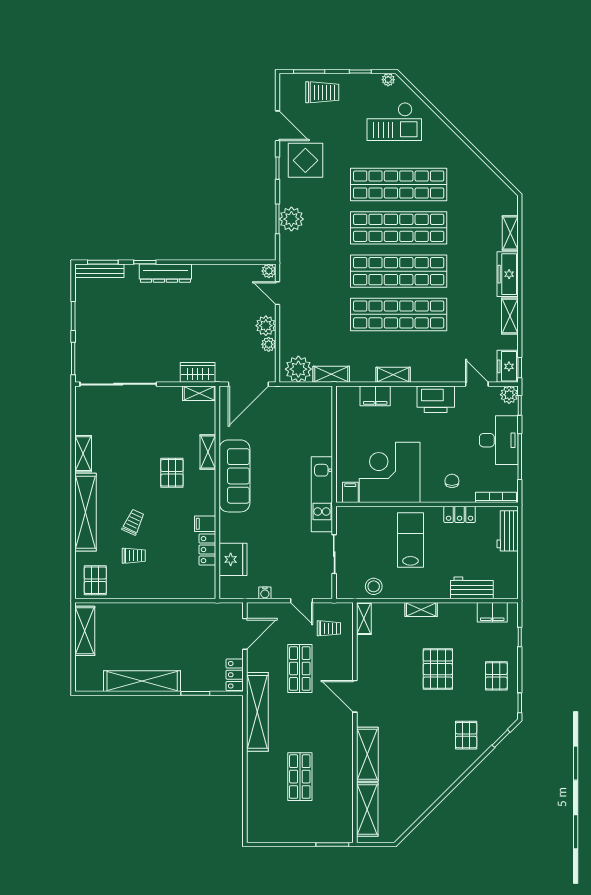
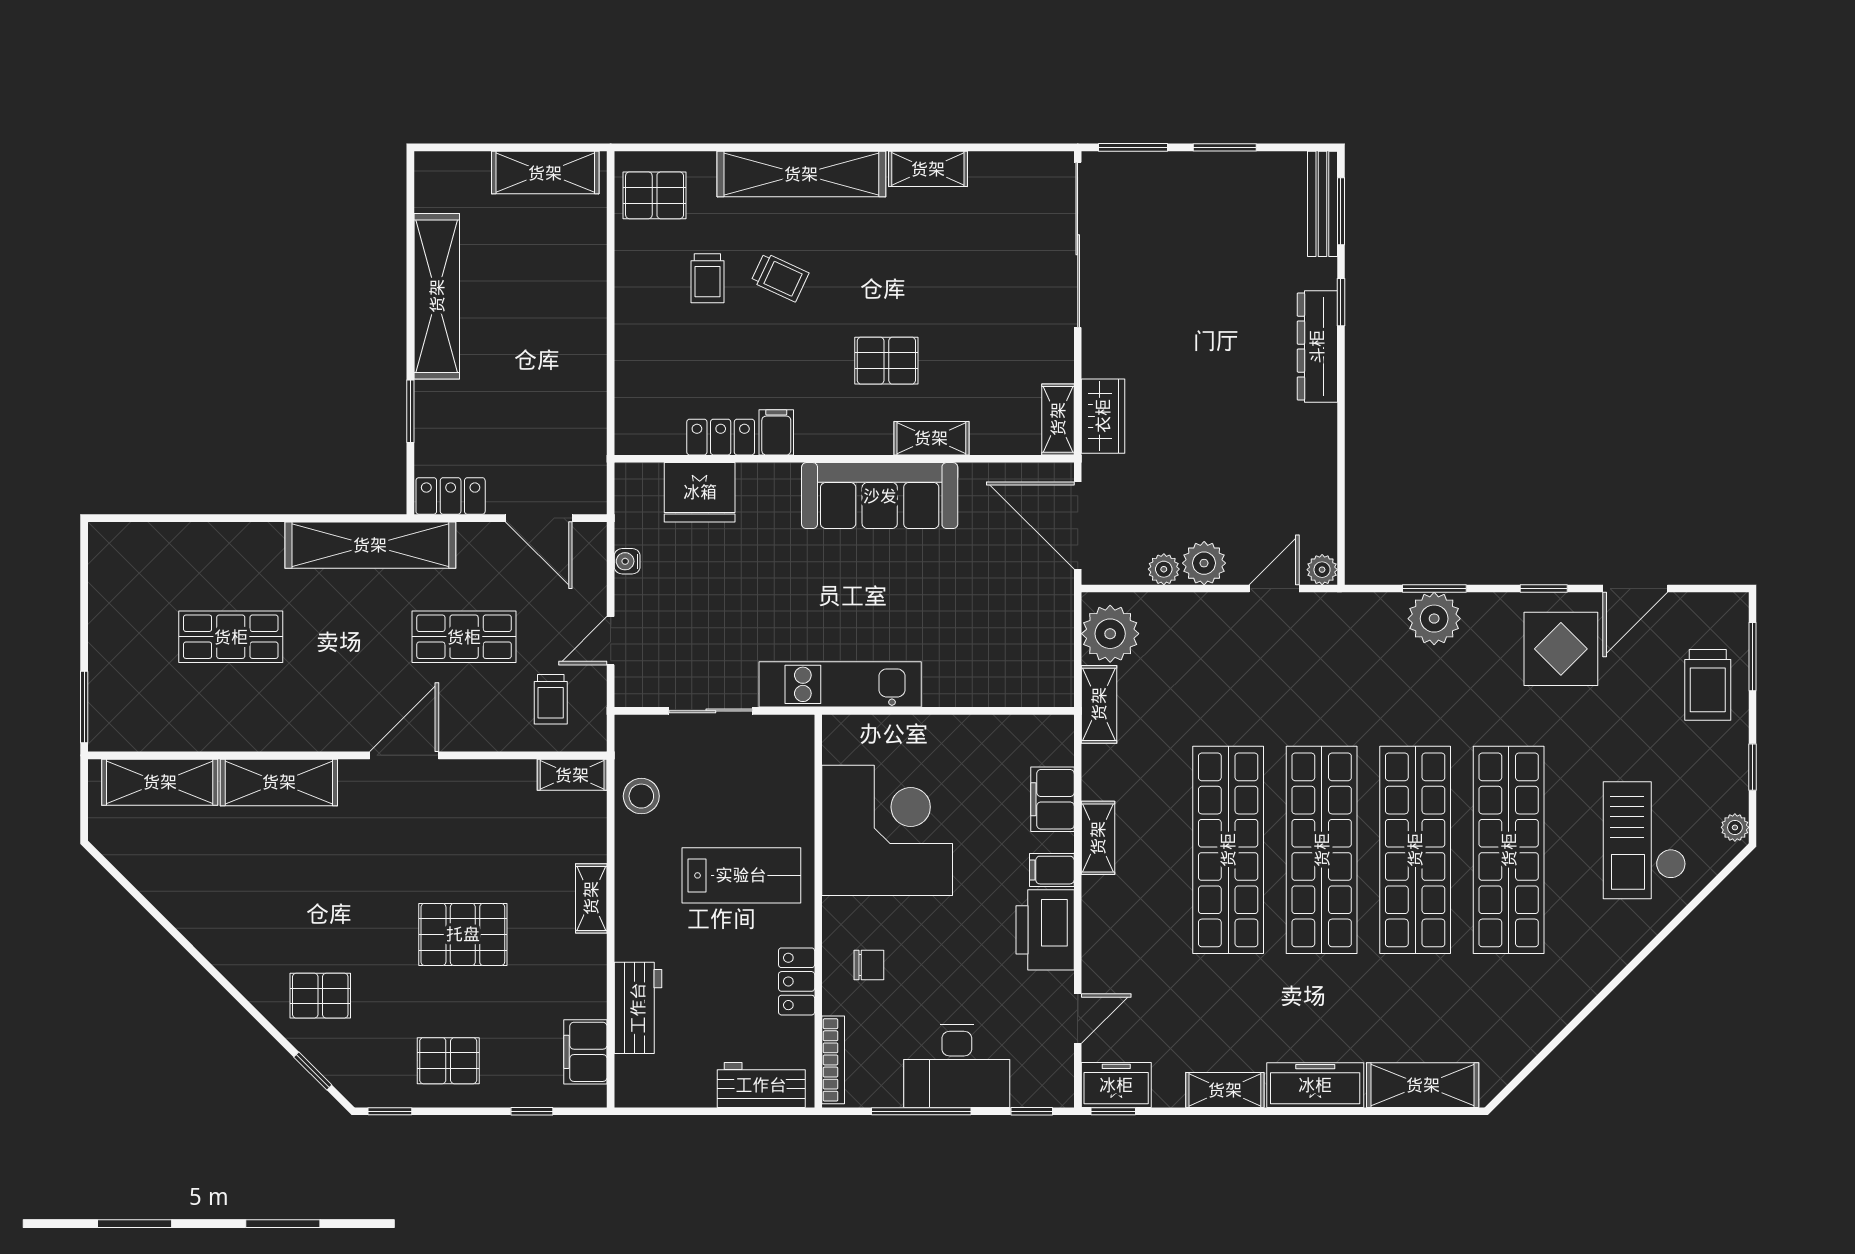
shelving: (510, 233) -> (1423, 1085), width x1.50, depth x1.33
plant: (509, 395) -> (1055, 1088), removed
filing cabinet: (350, 492) -> (1052, 870), moved, turned 180

